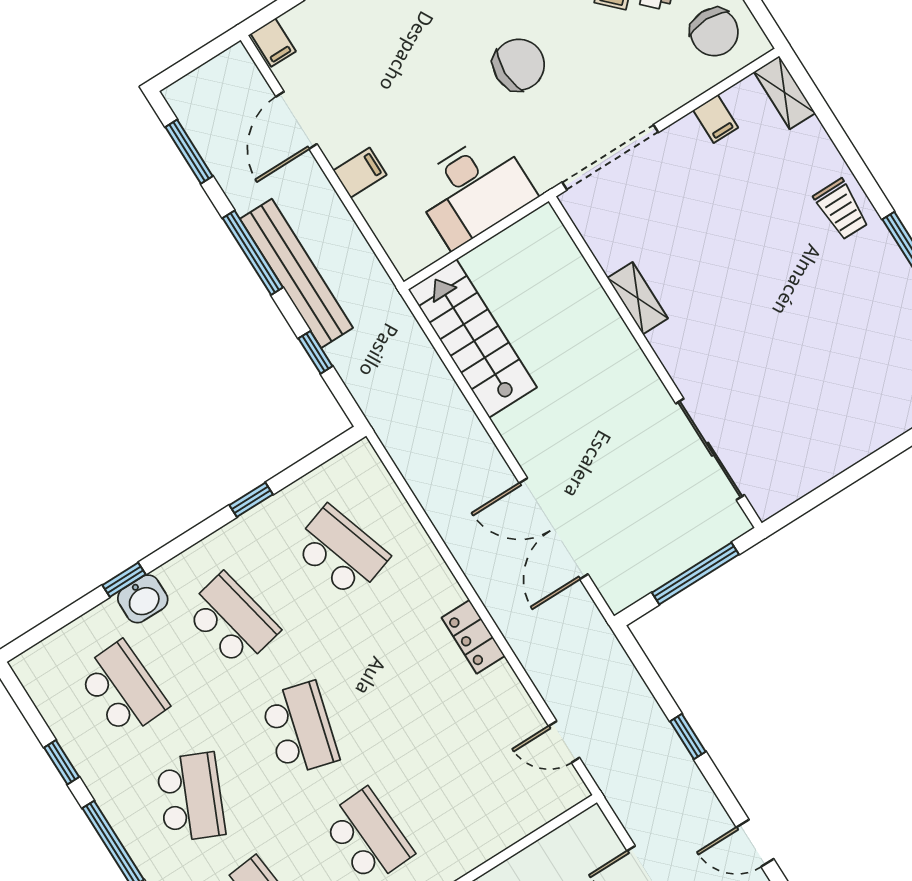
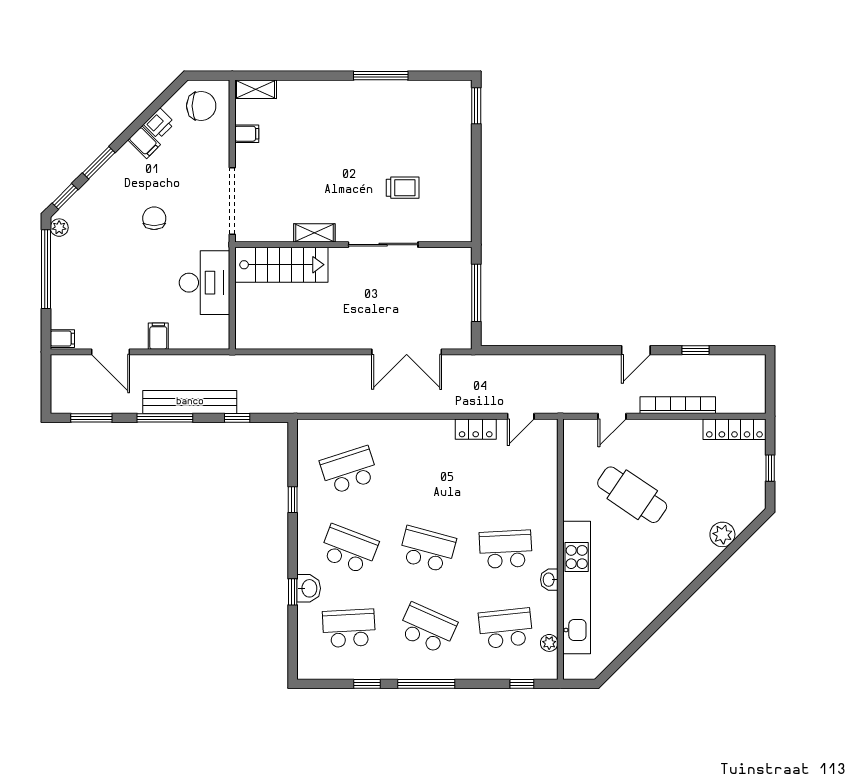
chair: (519, 65) -> (154, 218), width x0.73, depth x0.73
trolley: (841, 209) -> (403, 188), moved
stairs: (473, 338) -> (281, 265), moved, turned 180
sliding door: (710, 449) -> (383, 245), moved
school desk: (232, 620) -> (349, 549), turned 33
locker: (473, 637) -> (476, 429), moved
window: (688, 736) -> (559, 350), removed

